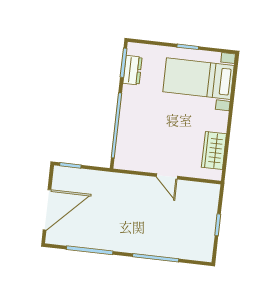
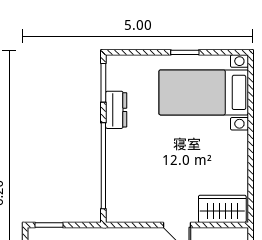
dresser: (133, 70) -> (116, 110), moved
wardrobe: (214, 151) -> (222, 209), moved, turned 90

